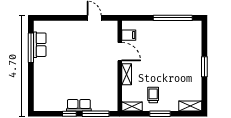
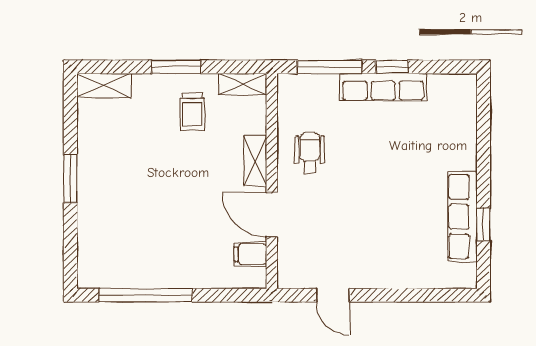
row of seats: (40, 45) -> (462, 217), width x1.48
window: (31, 48) -> (483, 224), width x0.46
wheelchair: (104, 78) -> (310, 153), added
row of seats: (79, 105) -> (383, 87), width x1.48

